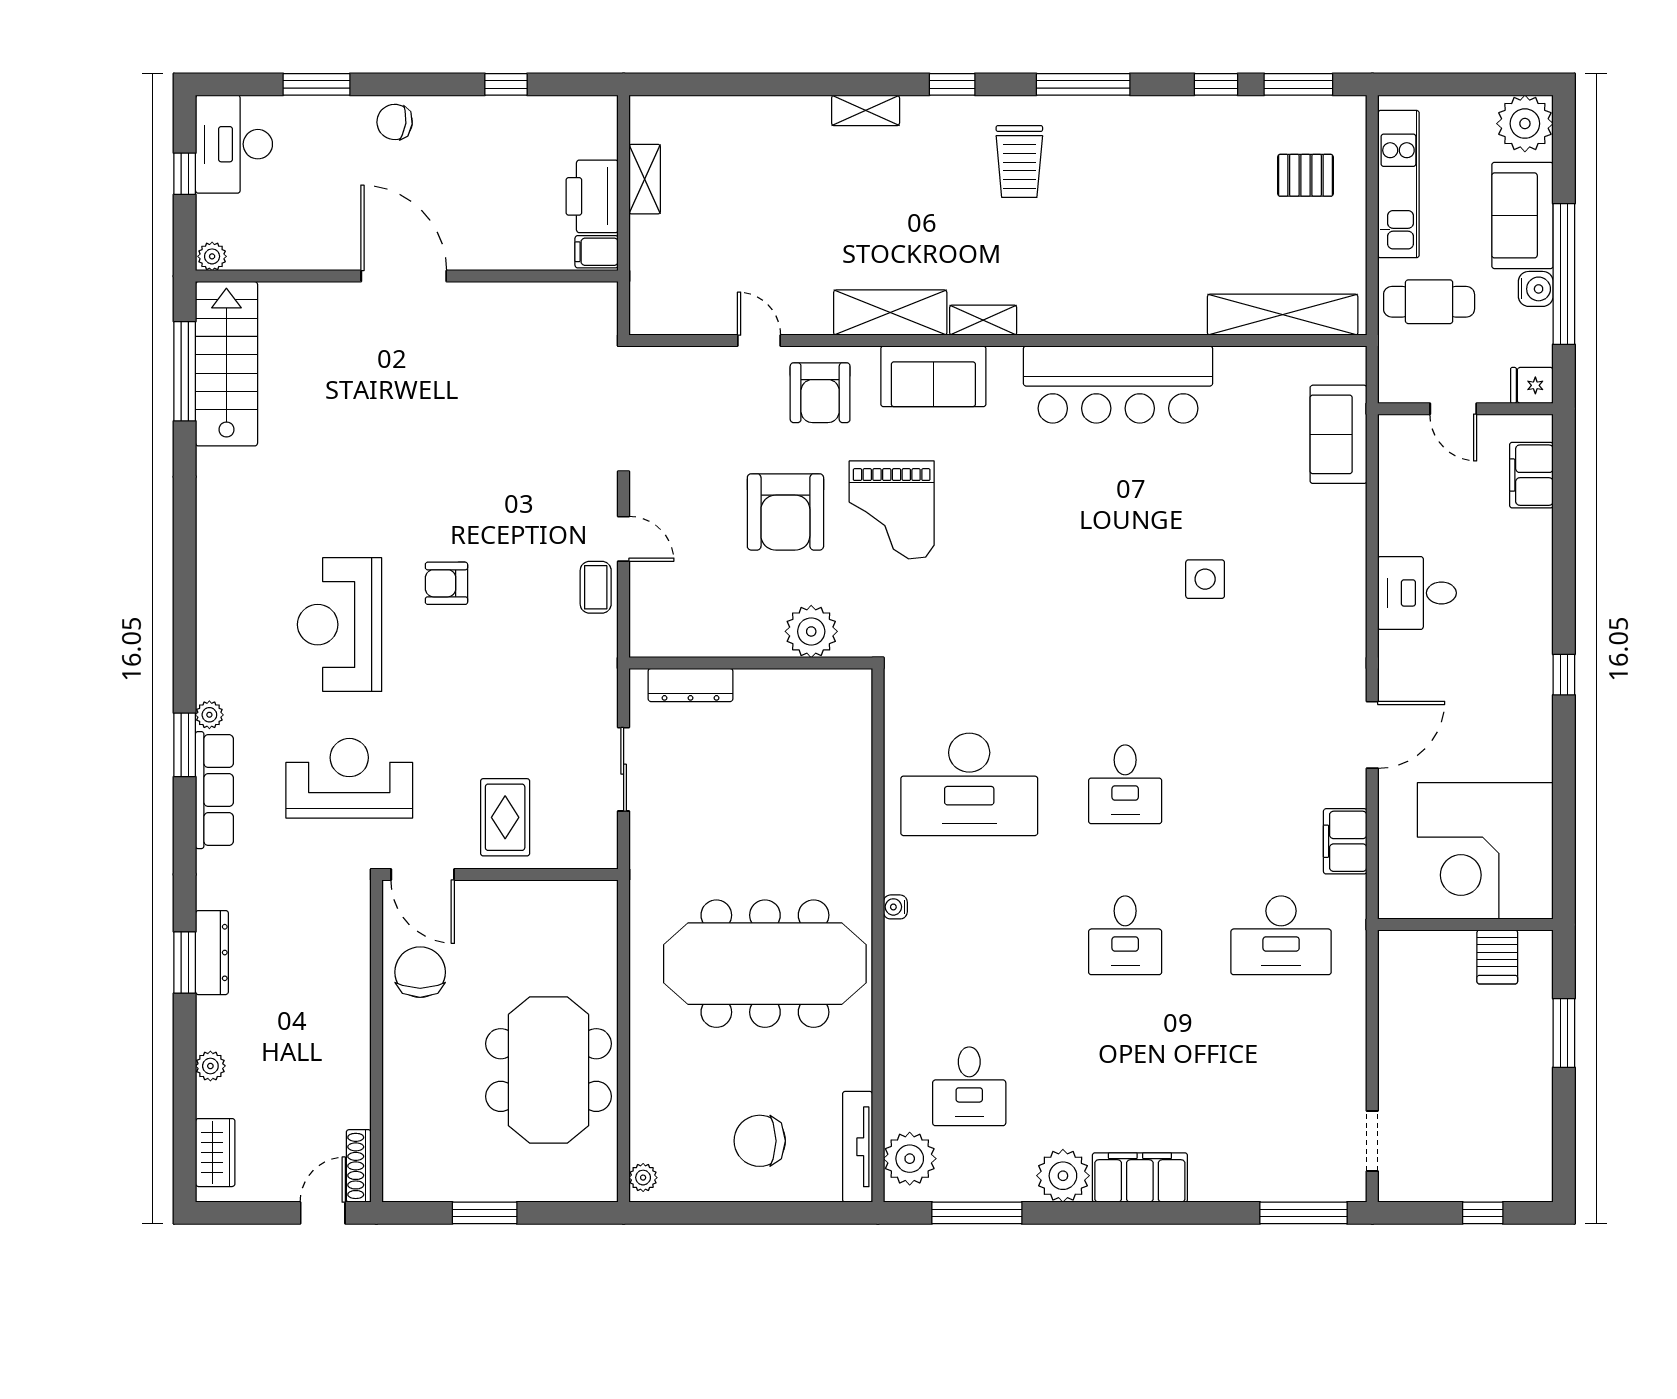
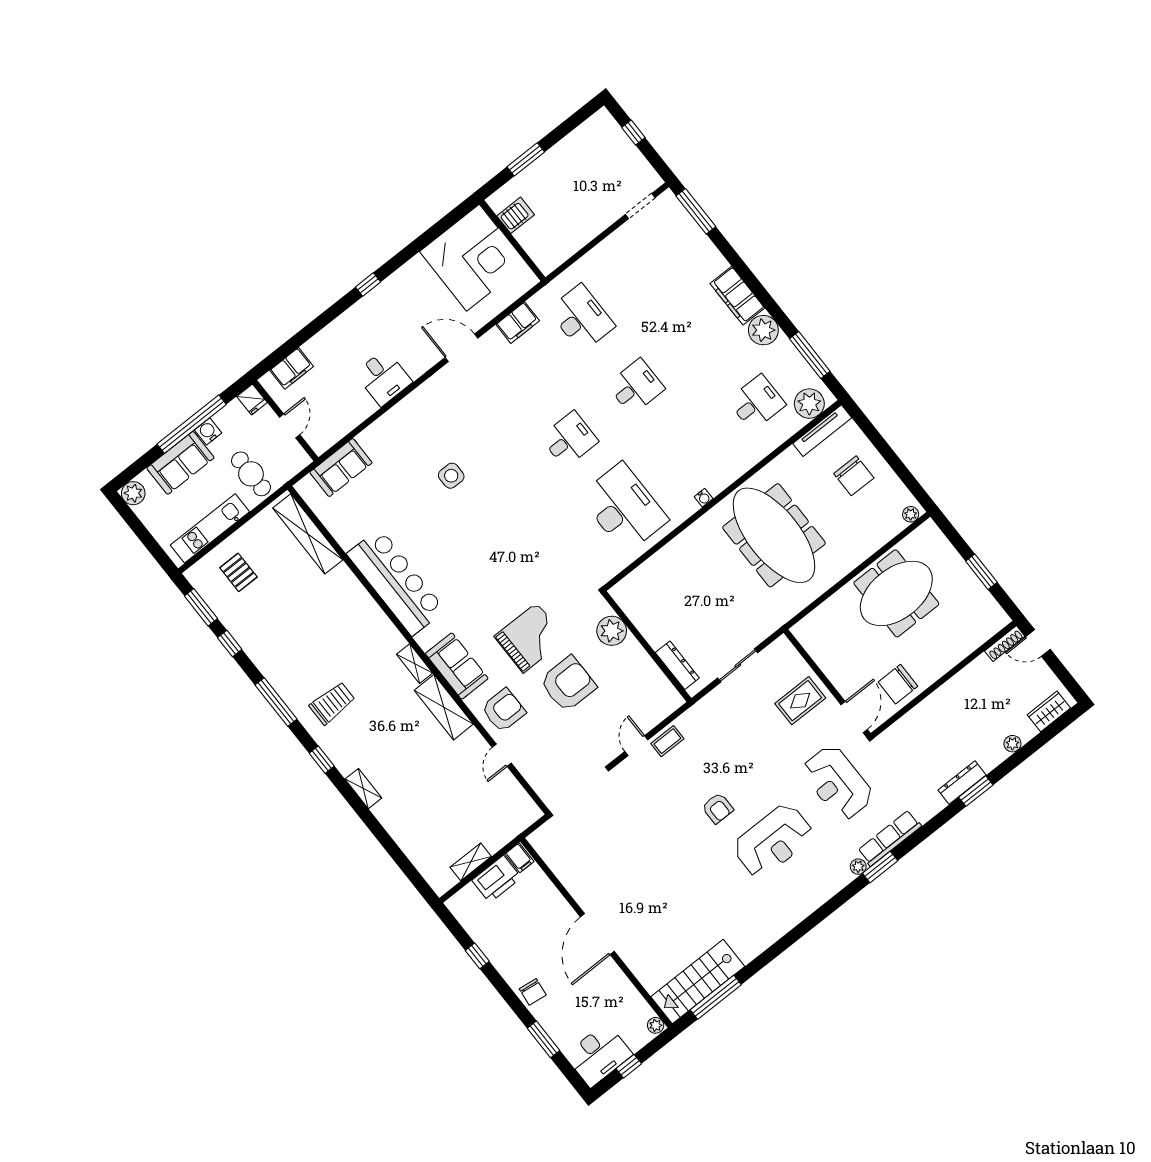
plant: (1525, 124) -> (133, 493), width x0.73, depth x0.73

